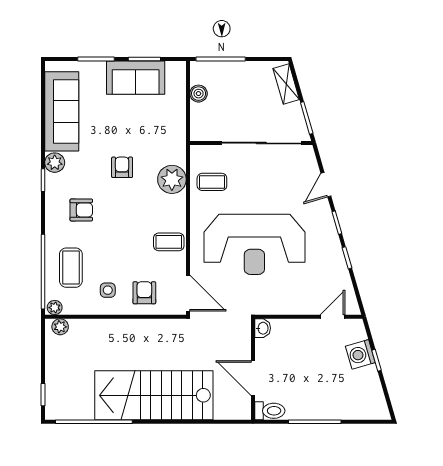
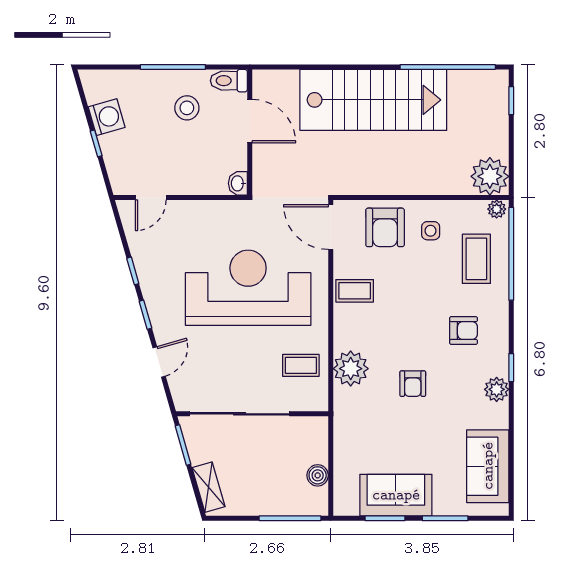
sofa: (62, 111) -> (488, 466), width x0.73
armchair: (81, 210) -> (464, 331), turned 180
armchair: (144, 293) -> (385, 227), width x1.38, depth x1.38
plant: (60, 327) -> (490, 176), width x1.88, depth x1.88
washing machine: (360, 354) -> (107, 117), moved
stool: (304, 389) -> (187, 108), added

